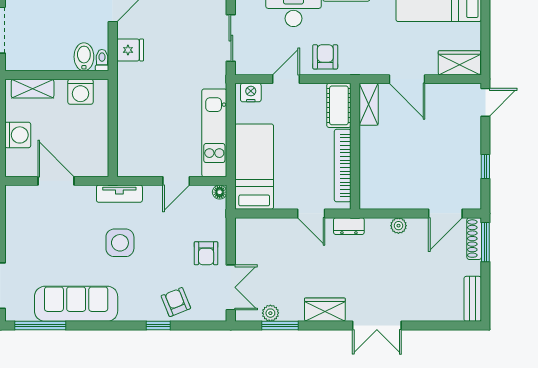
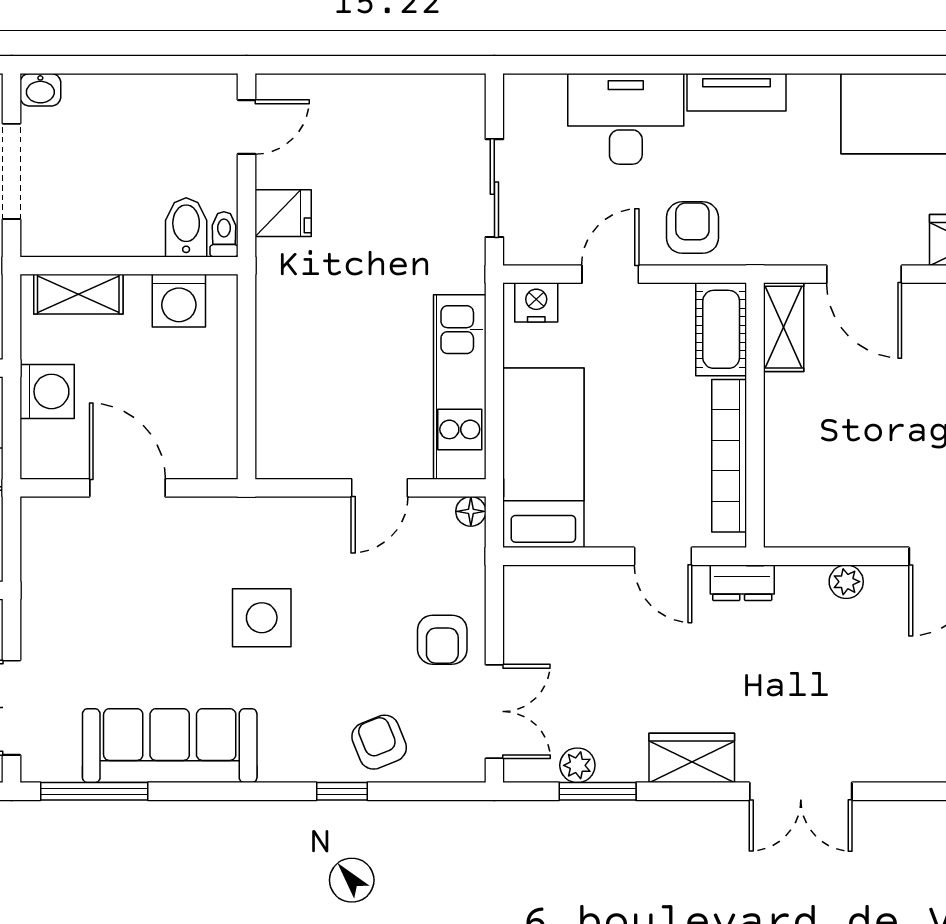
tv unit: (119, 194) -> (261, 515), removed

